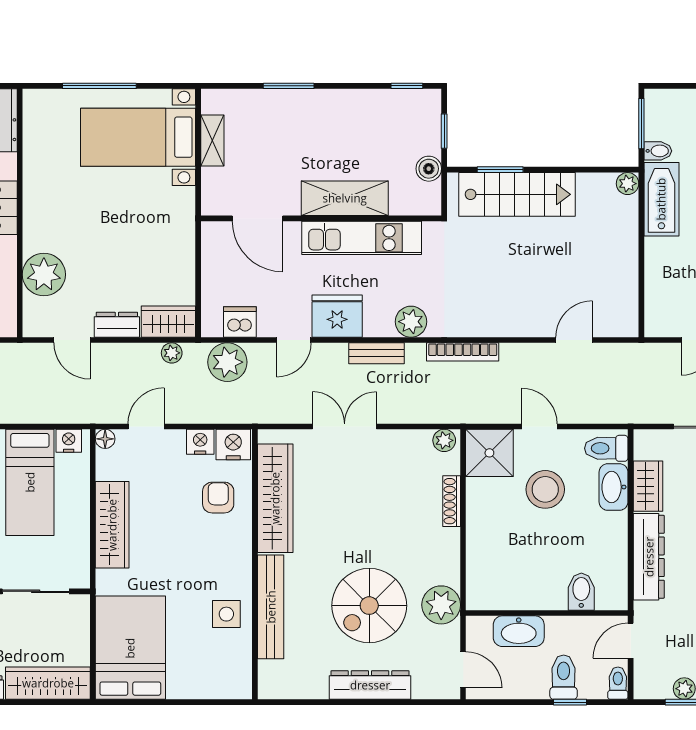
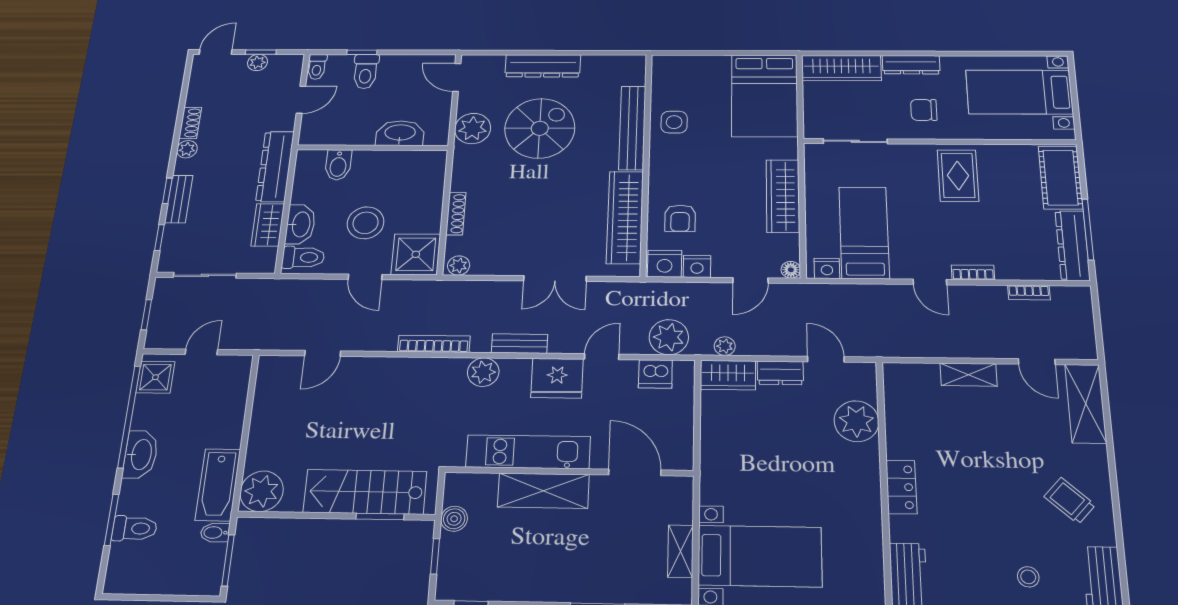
plant: (628, 184) -> (262, 491), width x1.88, depth x1.88
bidet: (581, 592) -> (338, 165), moved
wall: (547, 613) -> (372, 148), moved
washbasin: (519, 631) -> (400, 133), moved

